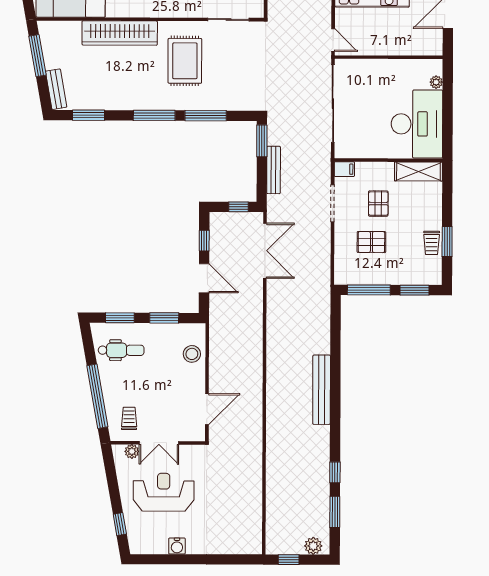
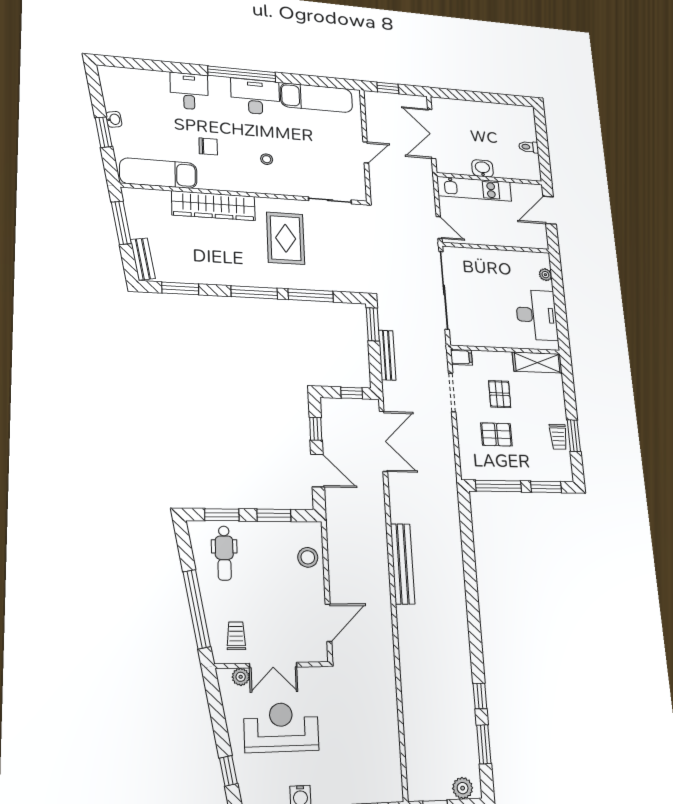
desk: (417, 124) -> (537, 315), width x0.73, depth x0.77
dental chair: (121, 350) -> (224, 553), turned 90
bench: (322, 390) -> (403, 564), moved

